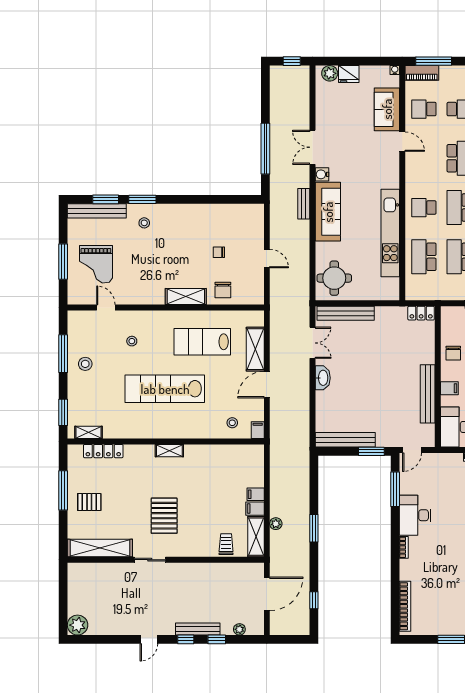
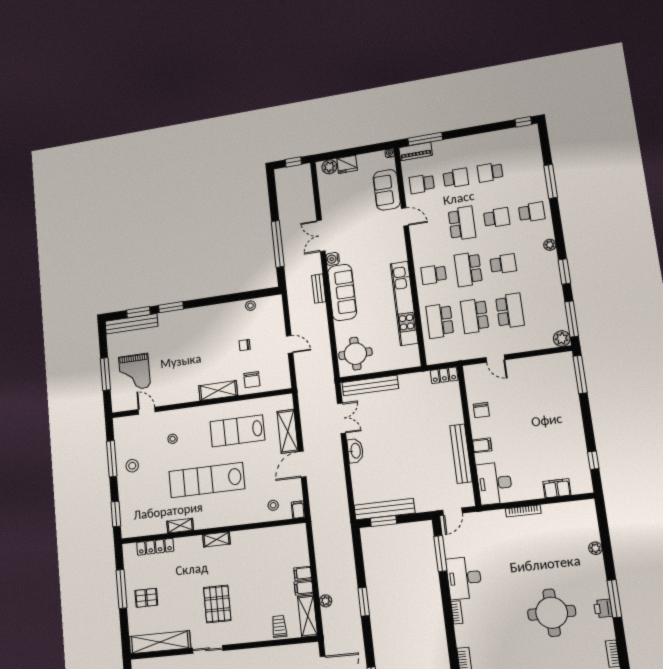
stool: (144, 223) -> (250, 306), moved
shelving: (89, 432) -> (180, 526), moved
window: (371, 451) -> (383, 521), moved

